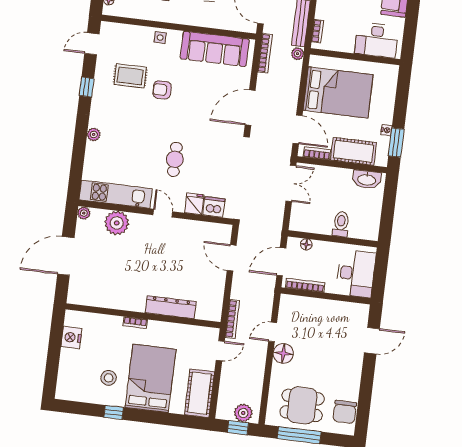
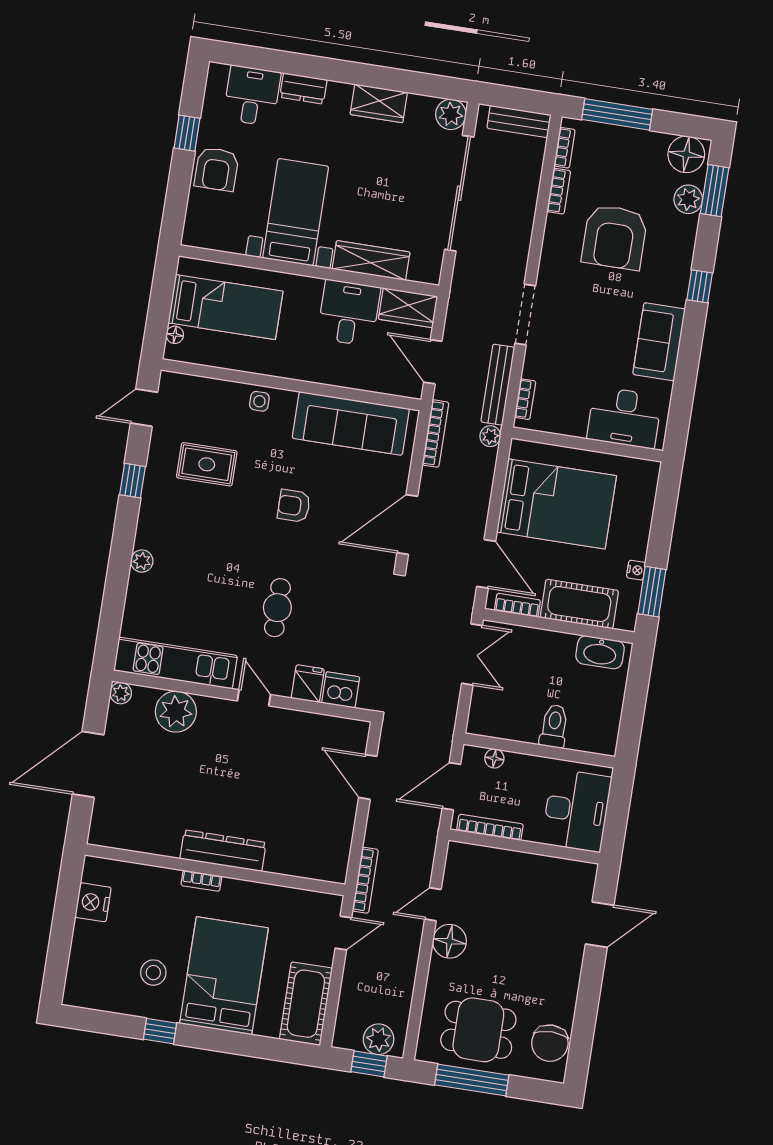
armchair: (162, 90) -> (294, 506), moved
dresser: (171, 307) -> (223, 851), moved

